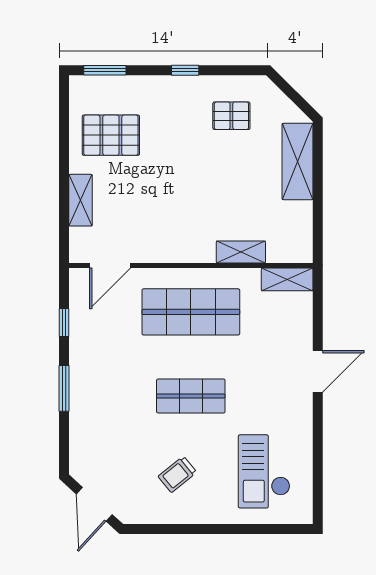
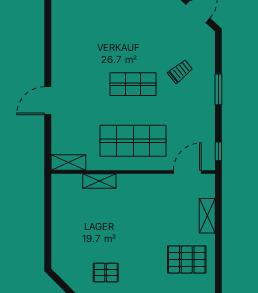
shelving: (297, 161) -> (61, 242), removed
window: (64, 323) -> (218, 151), moved
checkout: (264, 471) -> (84, 34), removed
trolley: (177, 474) -> (180, 71), moved

